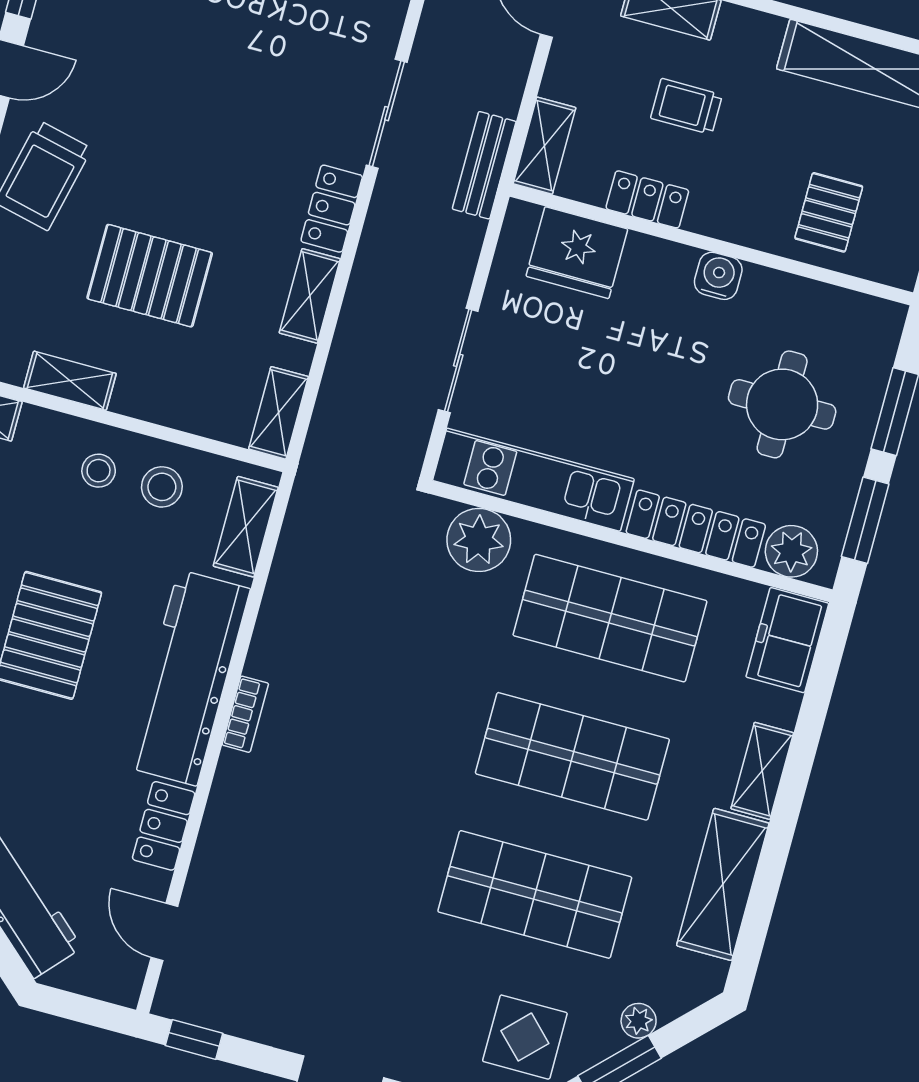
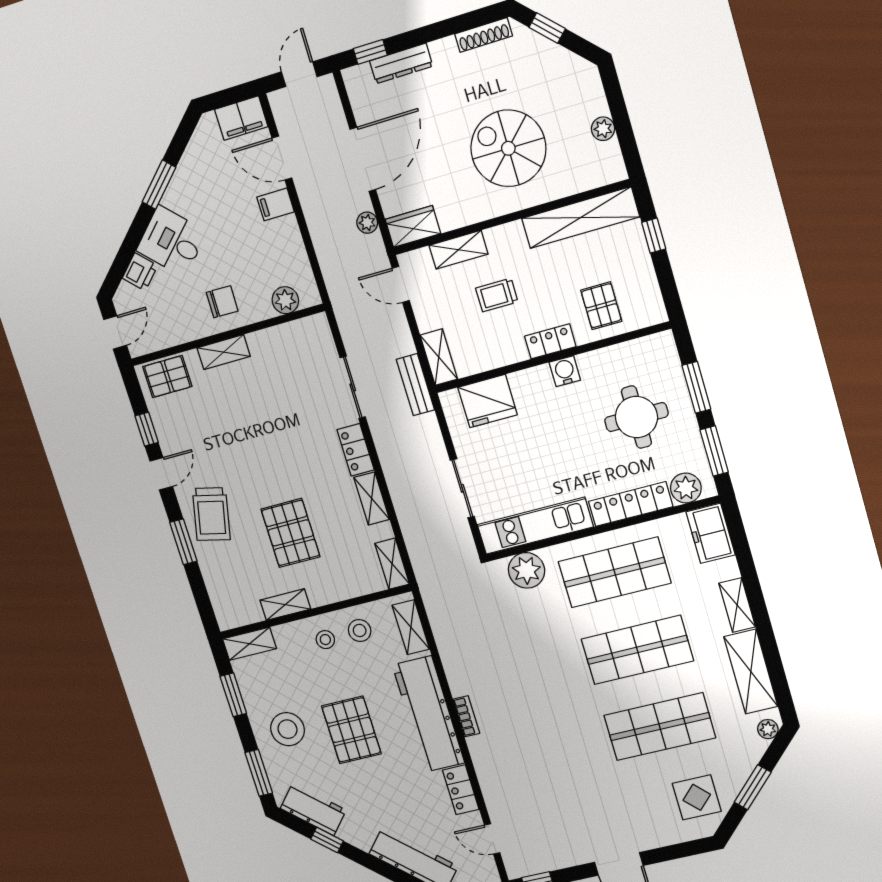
locker: (647, 199) -> (550, 341), moved
pallet: (150, 276) -> (291, 533), turned 90
plant: (639, 1021) -> (768, 729), moved

